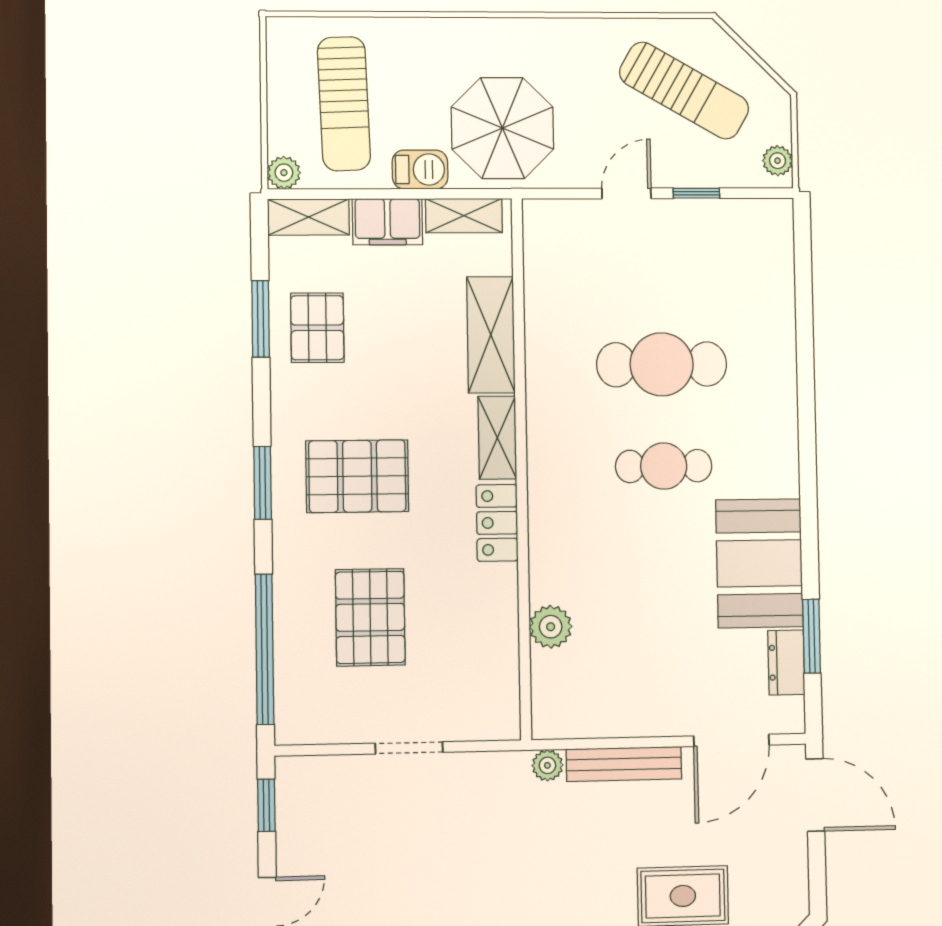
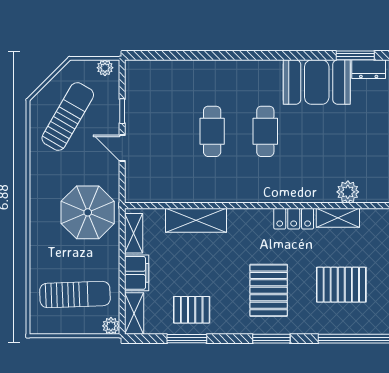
barbecue: (420, 169) -> (109, 256), removed
cafe table: (662, 364) -> (212, 131), width x0.73, depth x0.74
shelving: (497, 438) -> (338, 218), moved

